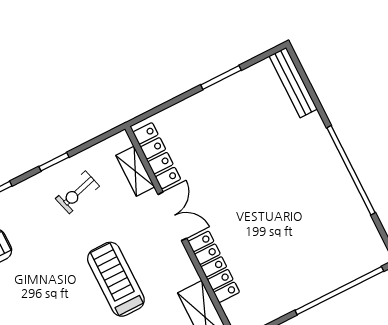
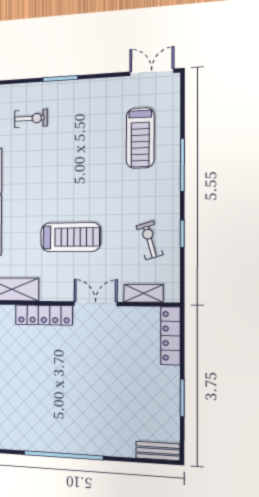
bench: (293, 83) -> (158, 451), width x0.73
locker: (157, 156) -> (170, 336), moved, turned 90
double door: (172, 216) -> (96, 304), swing flipped

